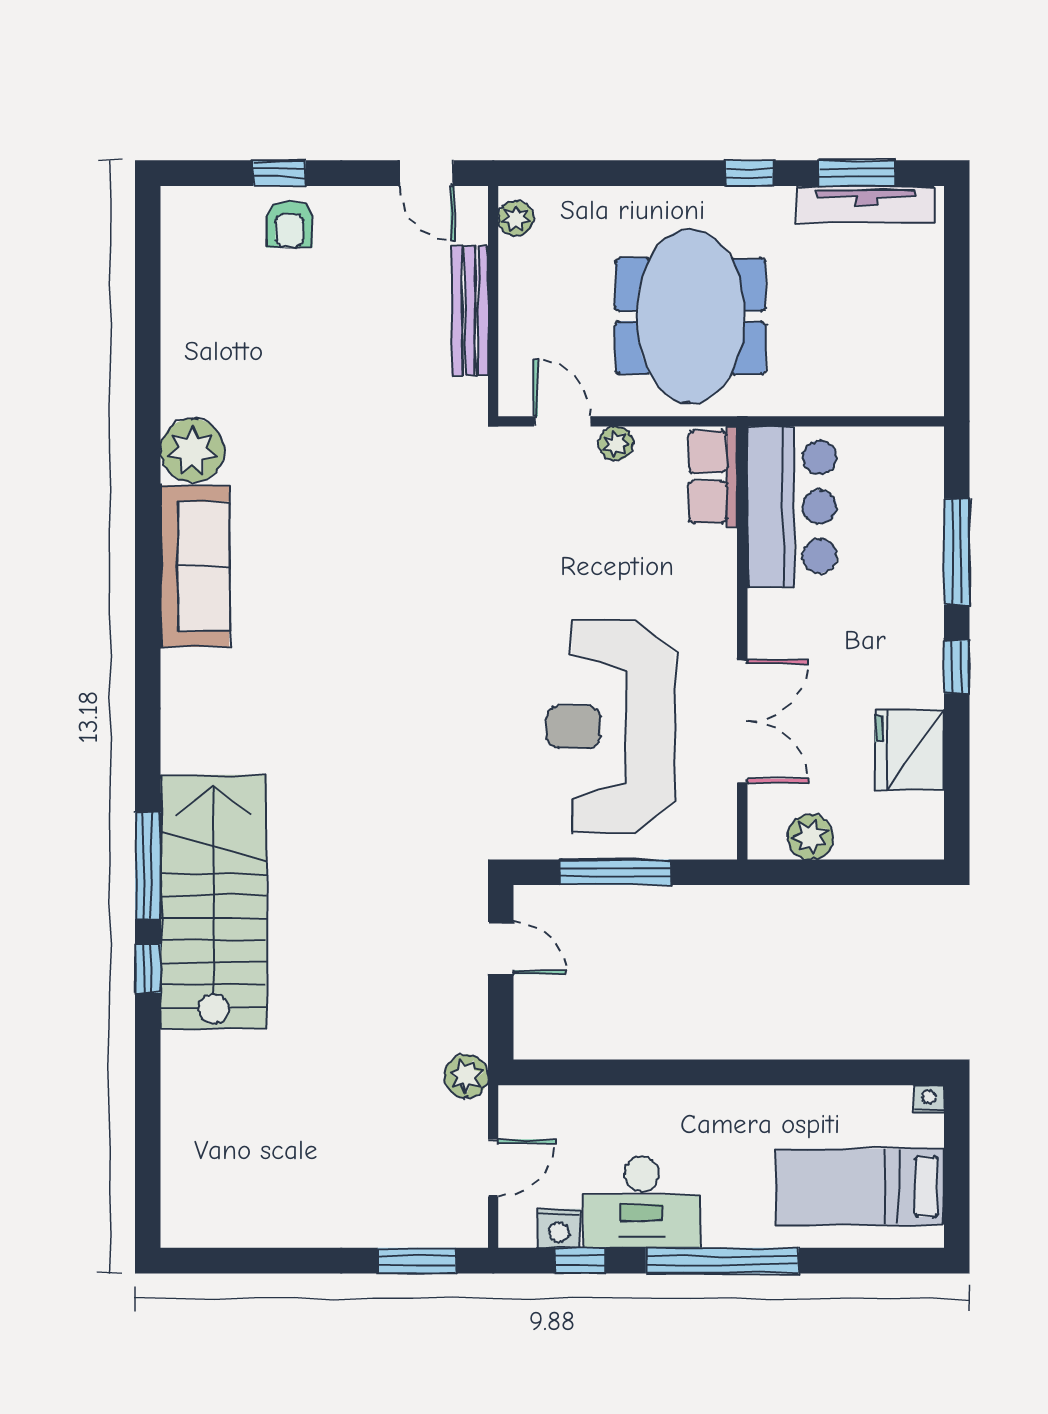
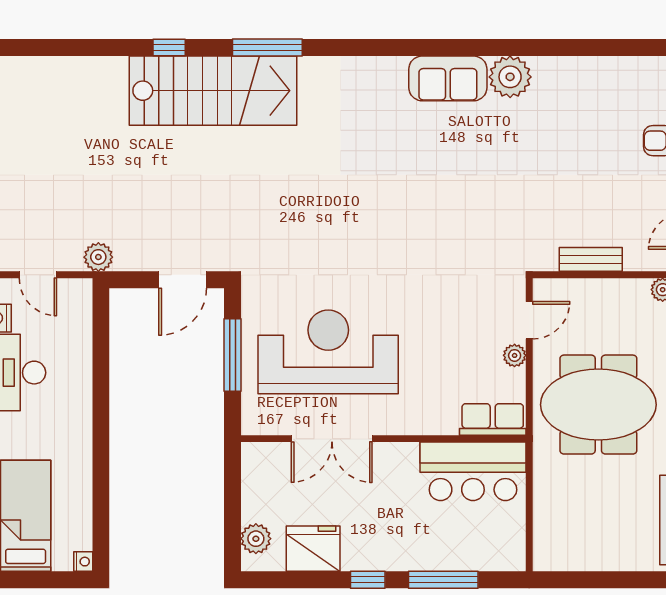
bench: (470, 310) -> (591, 259), width x0.73
sofa: (195, 566) -> (448, 78), width x0.73
plant: (811, 837) -> (256, 539), moved
window: (148, 865) -> (267, 48), moved
door: (501, 948) -> (183, 280), width x1.37

